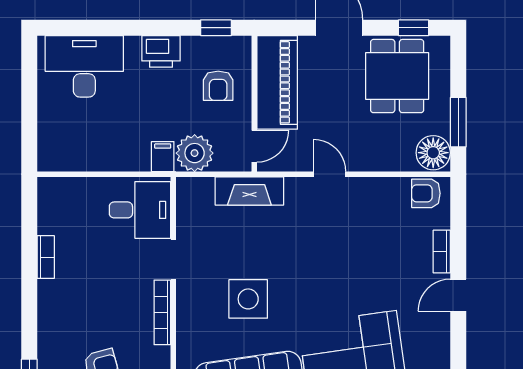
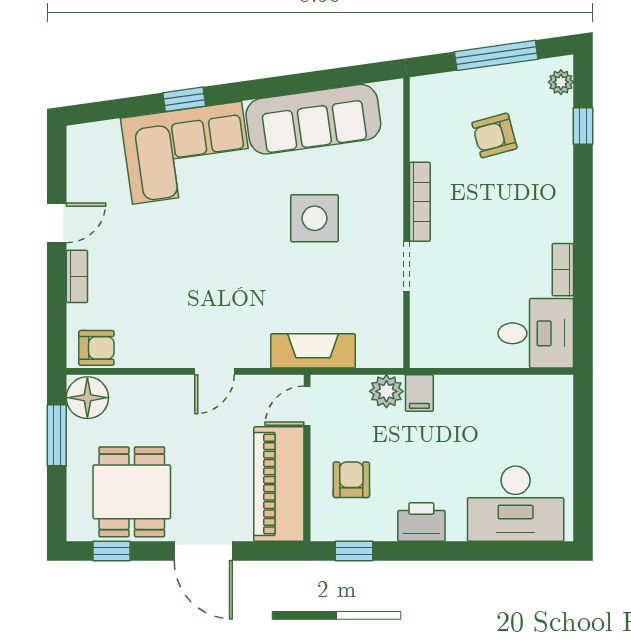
plant: (195, 153) -> (386, 391), width x0.73, depth x0.73
door: (330, 174) -> (215, 371), hinge flipped
desk: (140, 210) -> (536, 333), moved, turned 180

